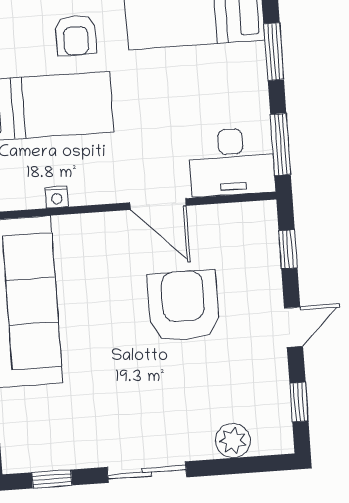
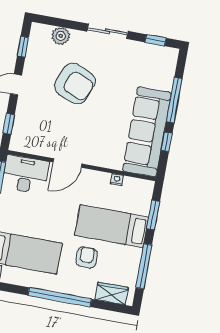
door: (158, 204) -> (67, 163), swing flipped
armchair: (183, 306) -> (75, 84), moved, turned -68

